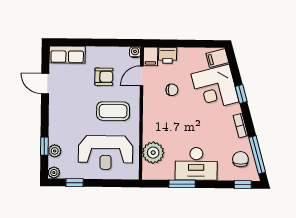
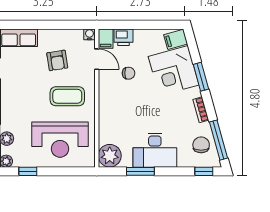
door: (142, 76) -> (97, 59), swing flipped
armchair: (104, 77) -> (57, 60), turned 81
window: (241, 94) -> (201, 77), width x1.50
plant: (153, 153) -> (110, 156), moved

